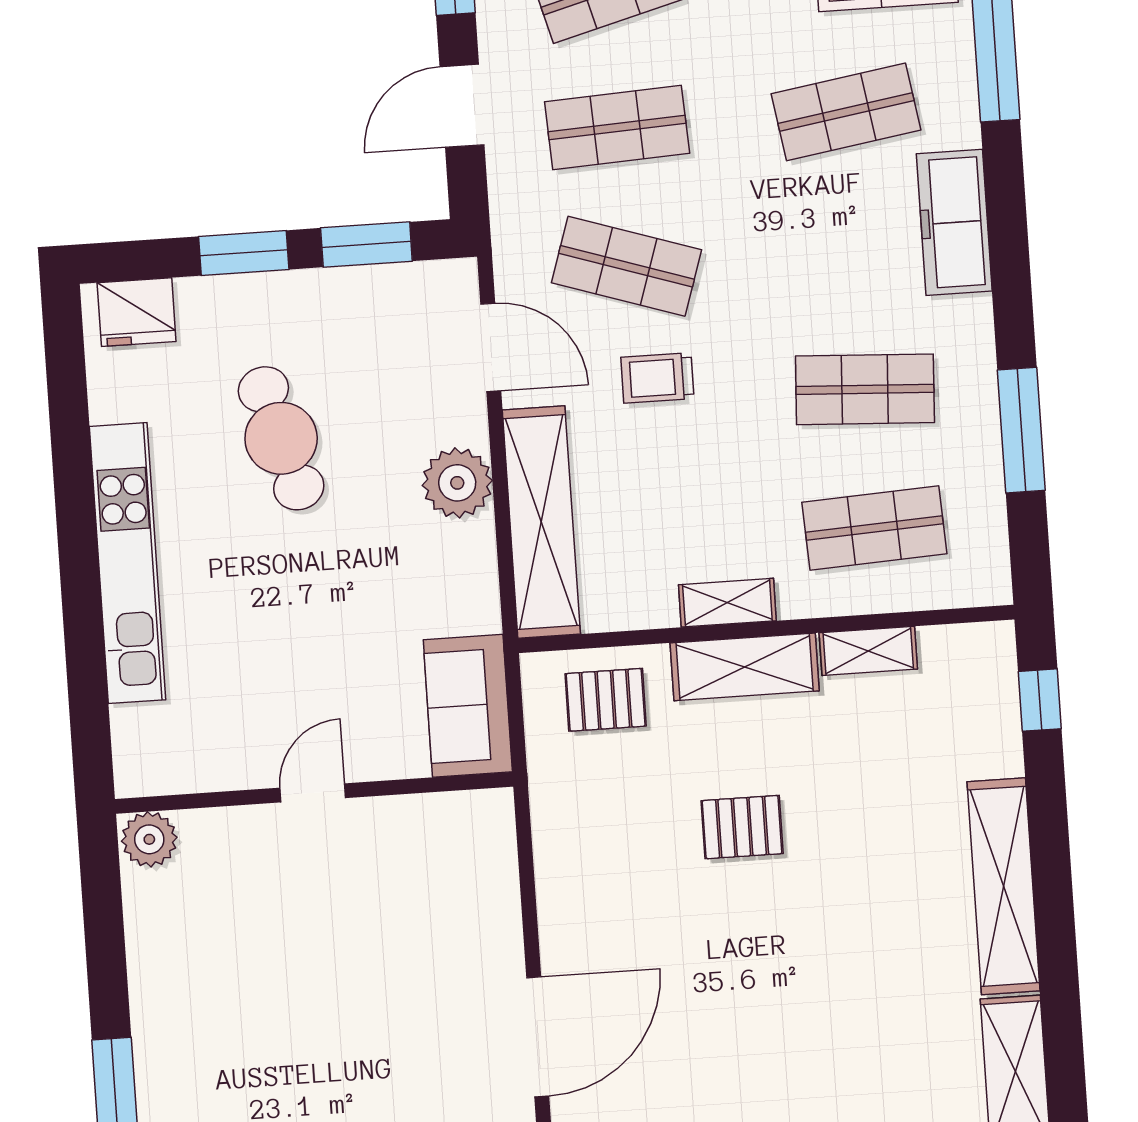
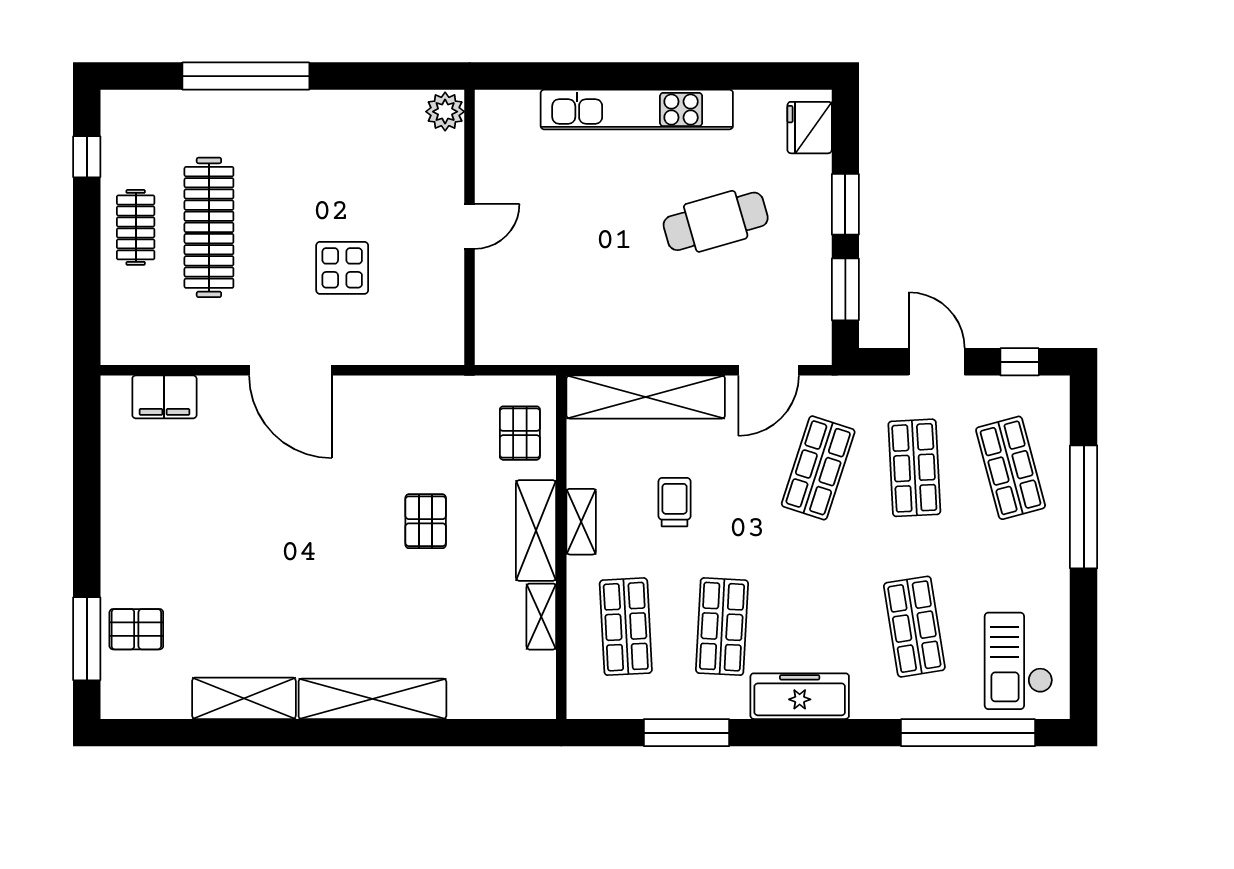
freezer: (954, 222) -> (800, 696), moved
trolley: (657, 378) -> (675, 502), moved
plant: (457, 483) -> (677, 341), removed
window: (1040, 700) -> (499, 733), removed
sofa: (468, 706) -> (522, 338), removed
door: (313, 793) -> (469, 226), hinge flipped
display table: (385, 972) -> (342, 268), added

